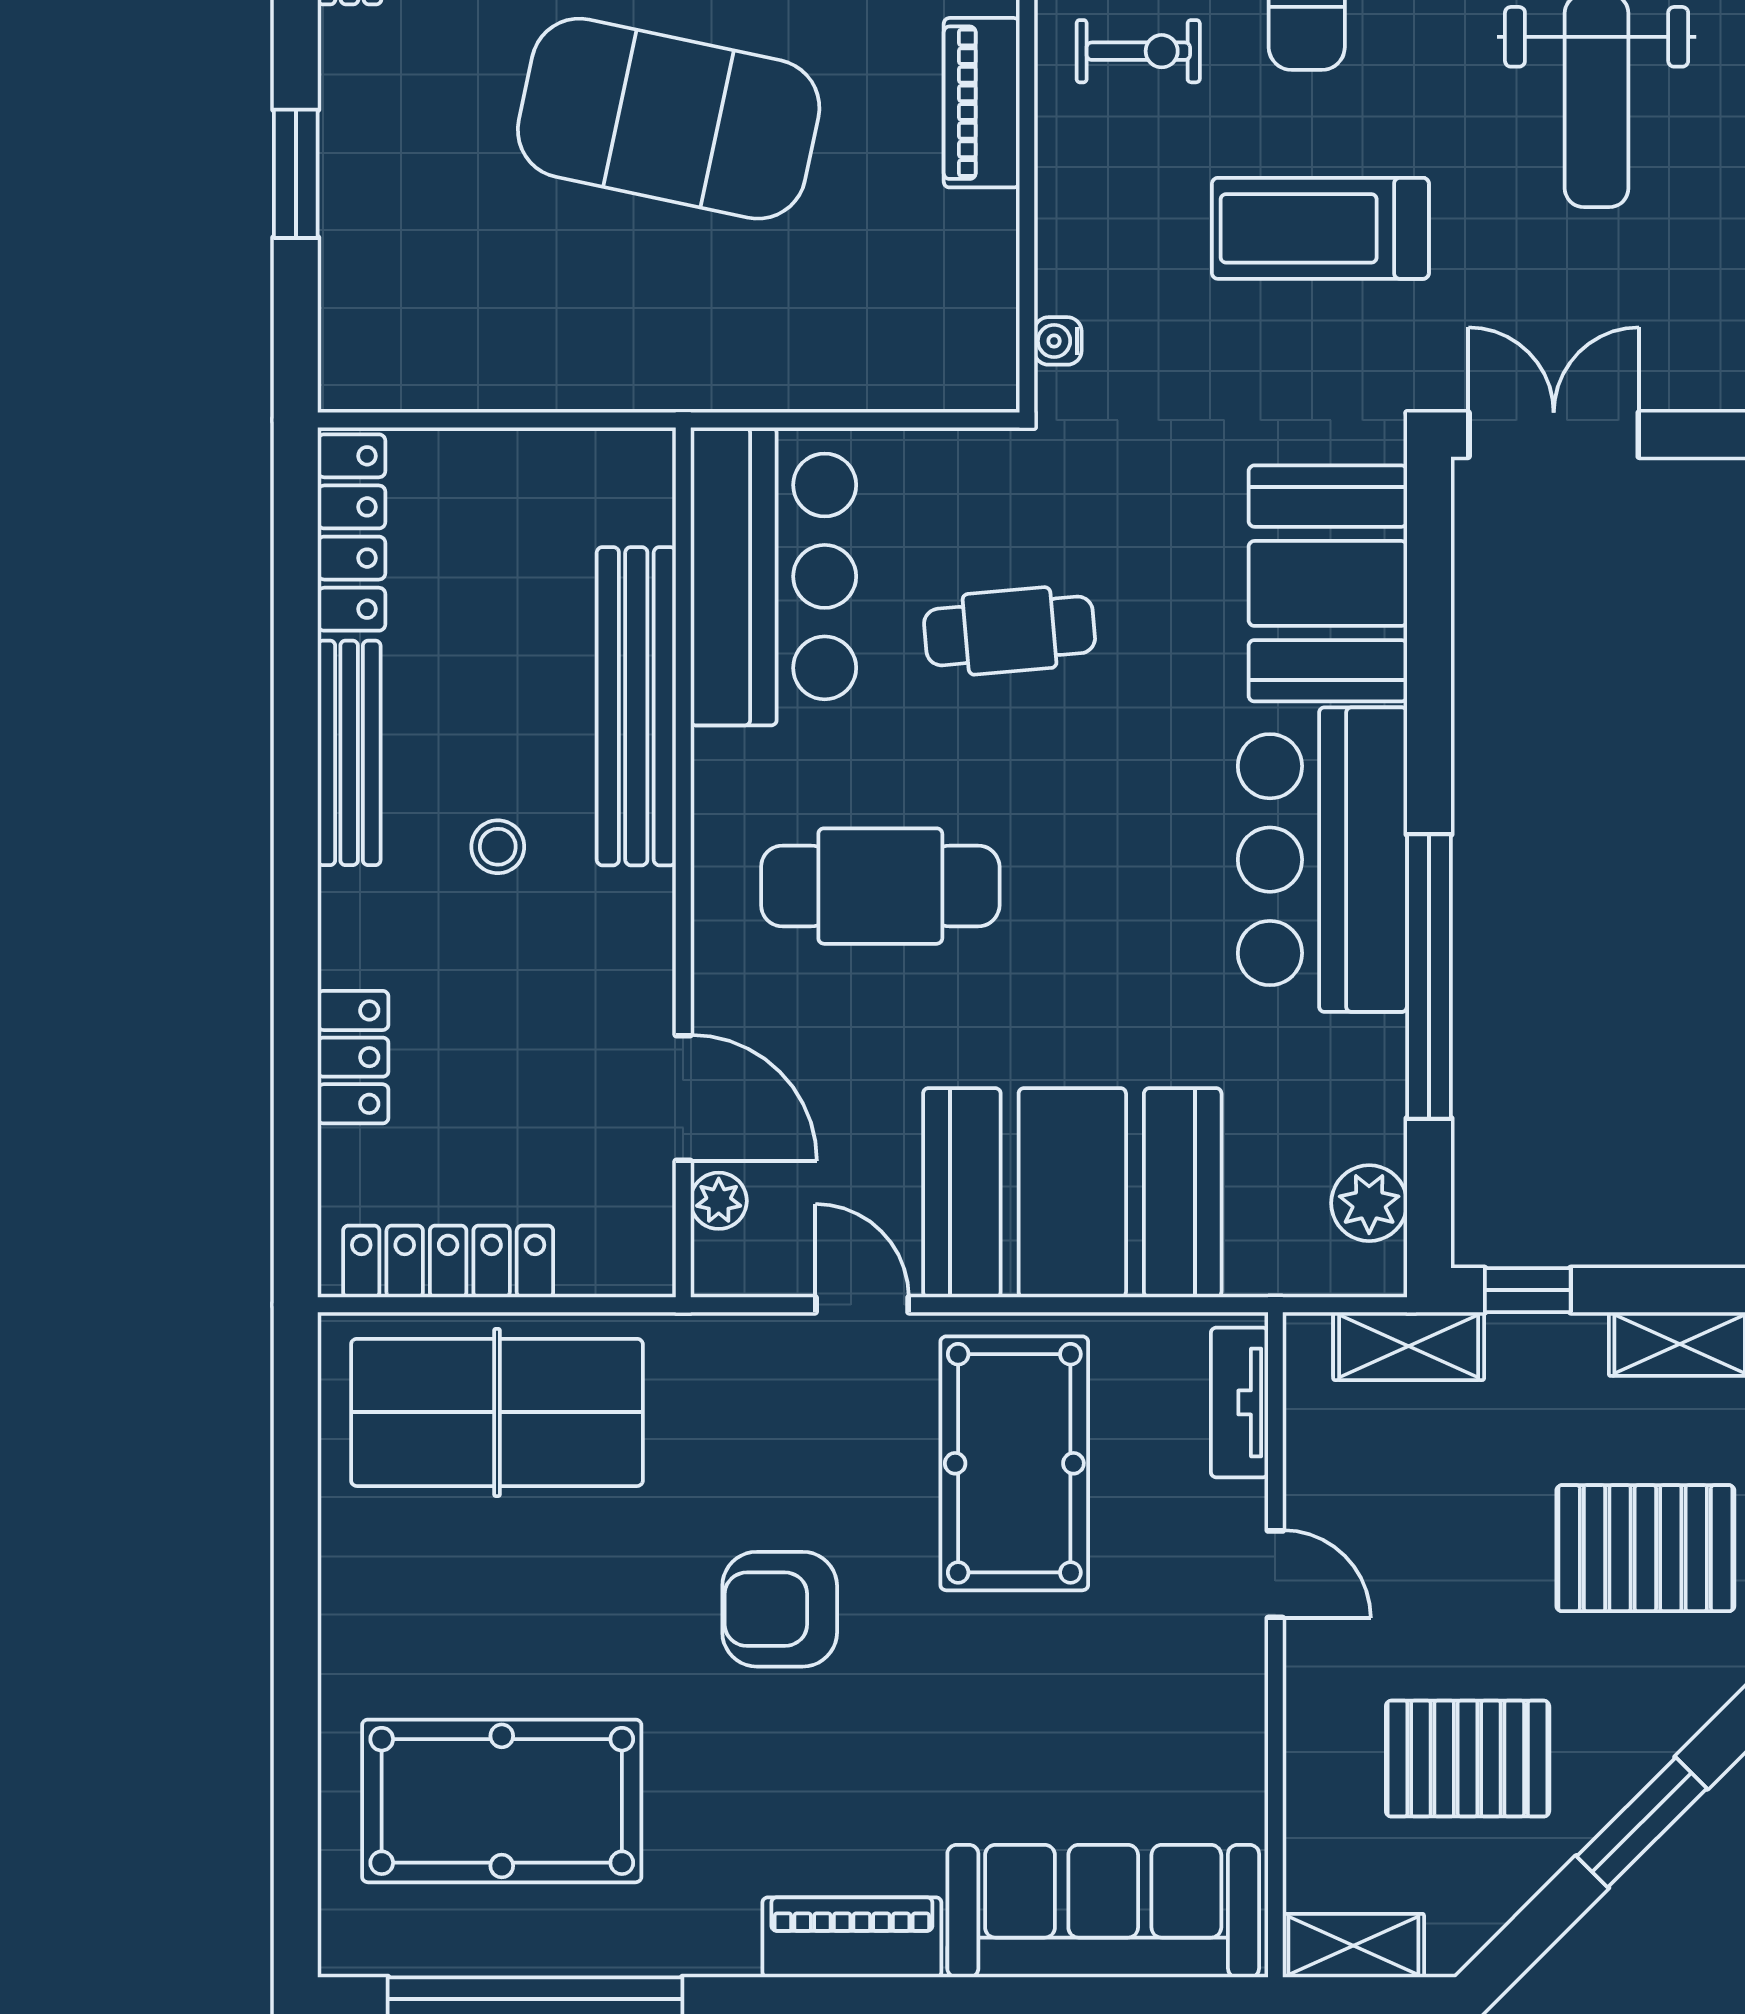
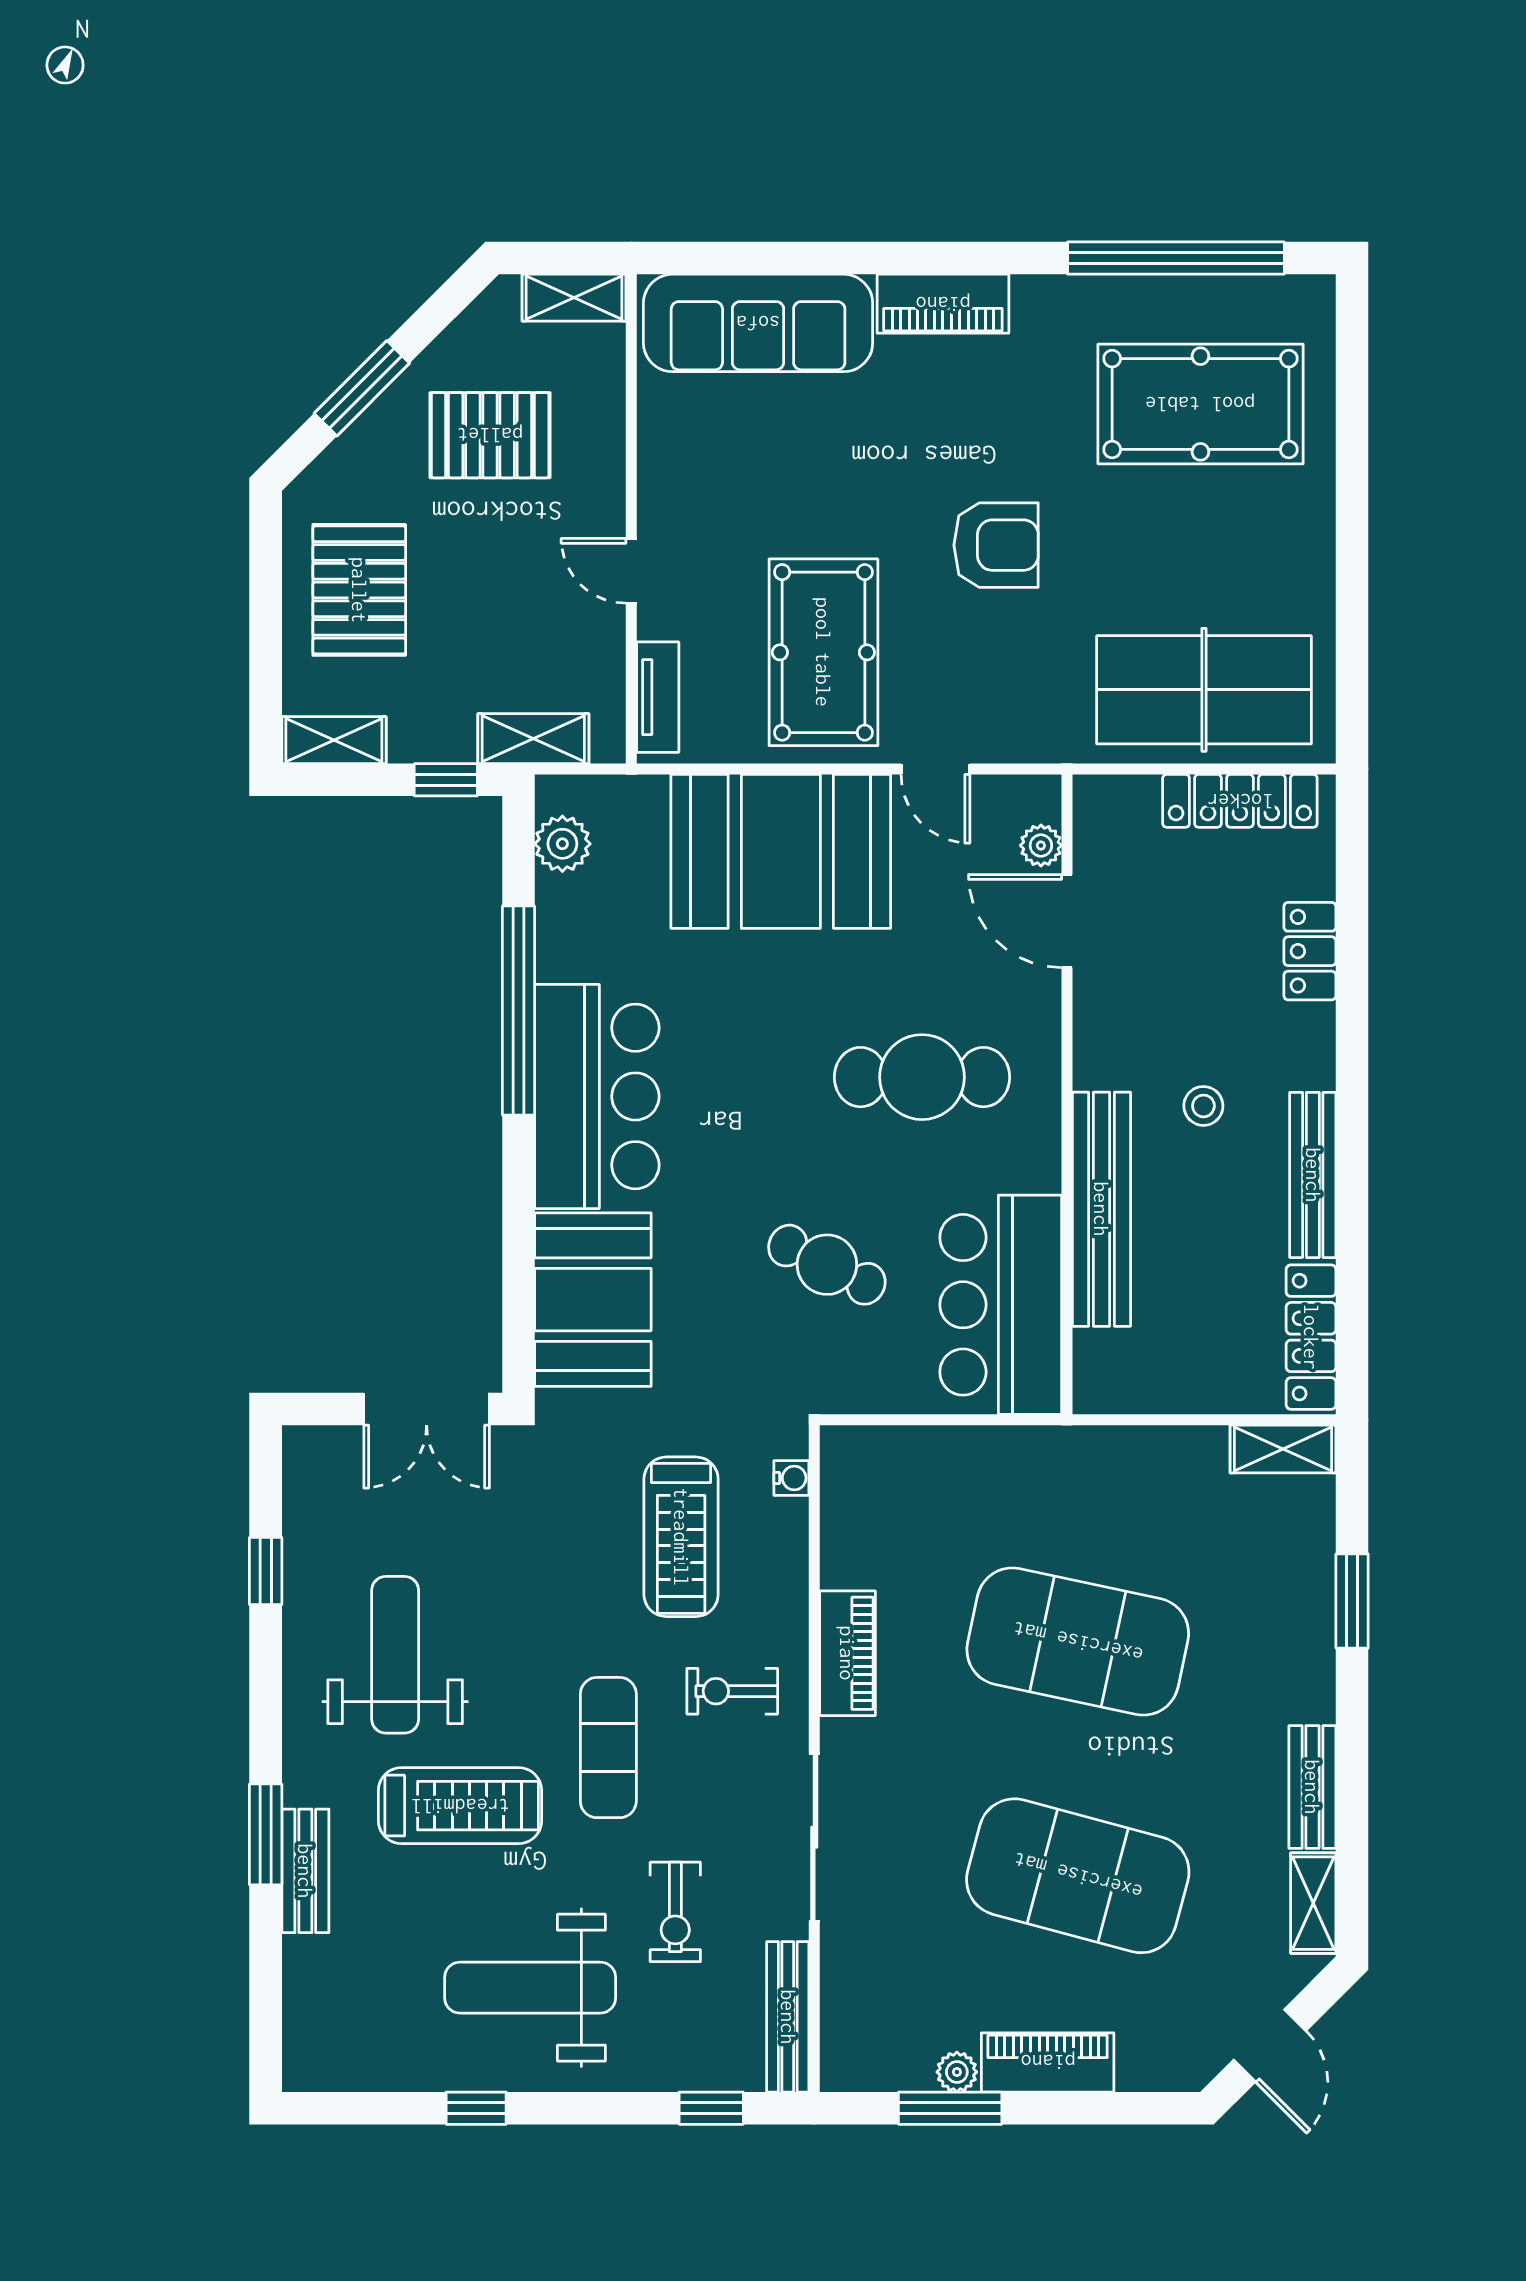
treadmill: (1320, 228) -> (681, 1537), moved, turned 90
shelving: (390, 380) -> (1283, 1449), added
cafe table: (1010, 631) -> (827, 1265), turned 31
pallet: (1645, 1548) -> (359, 590), turned 90

